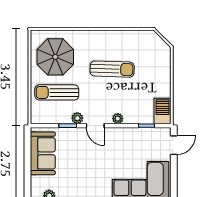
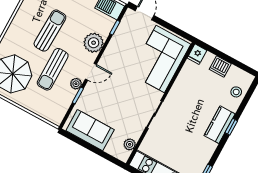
sun lounger: (57, 92) -> (53, 69), moved
plant: (118, 119) -> (94, 43), width x1.88, depth x1.88

